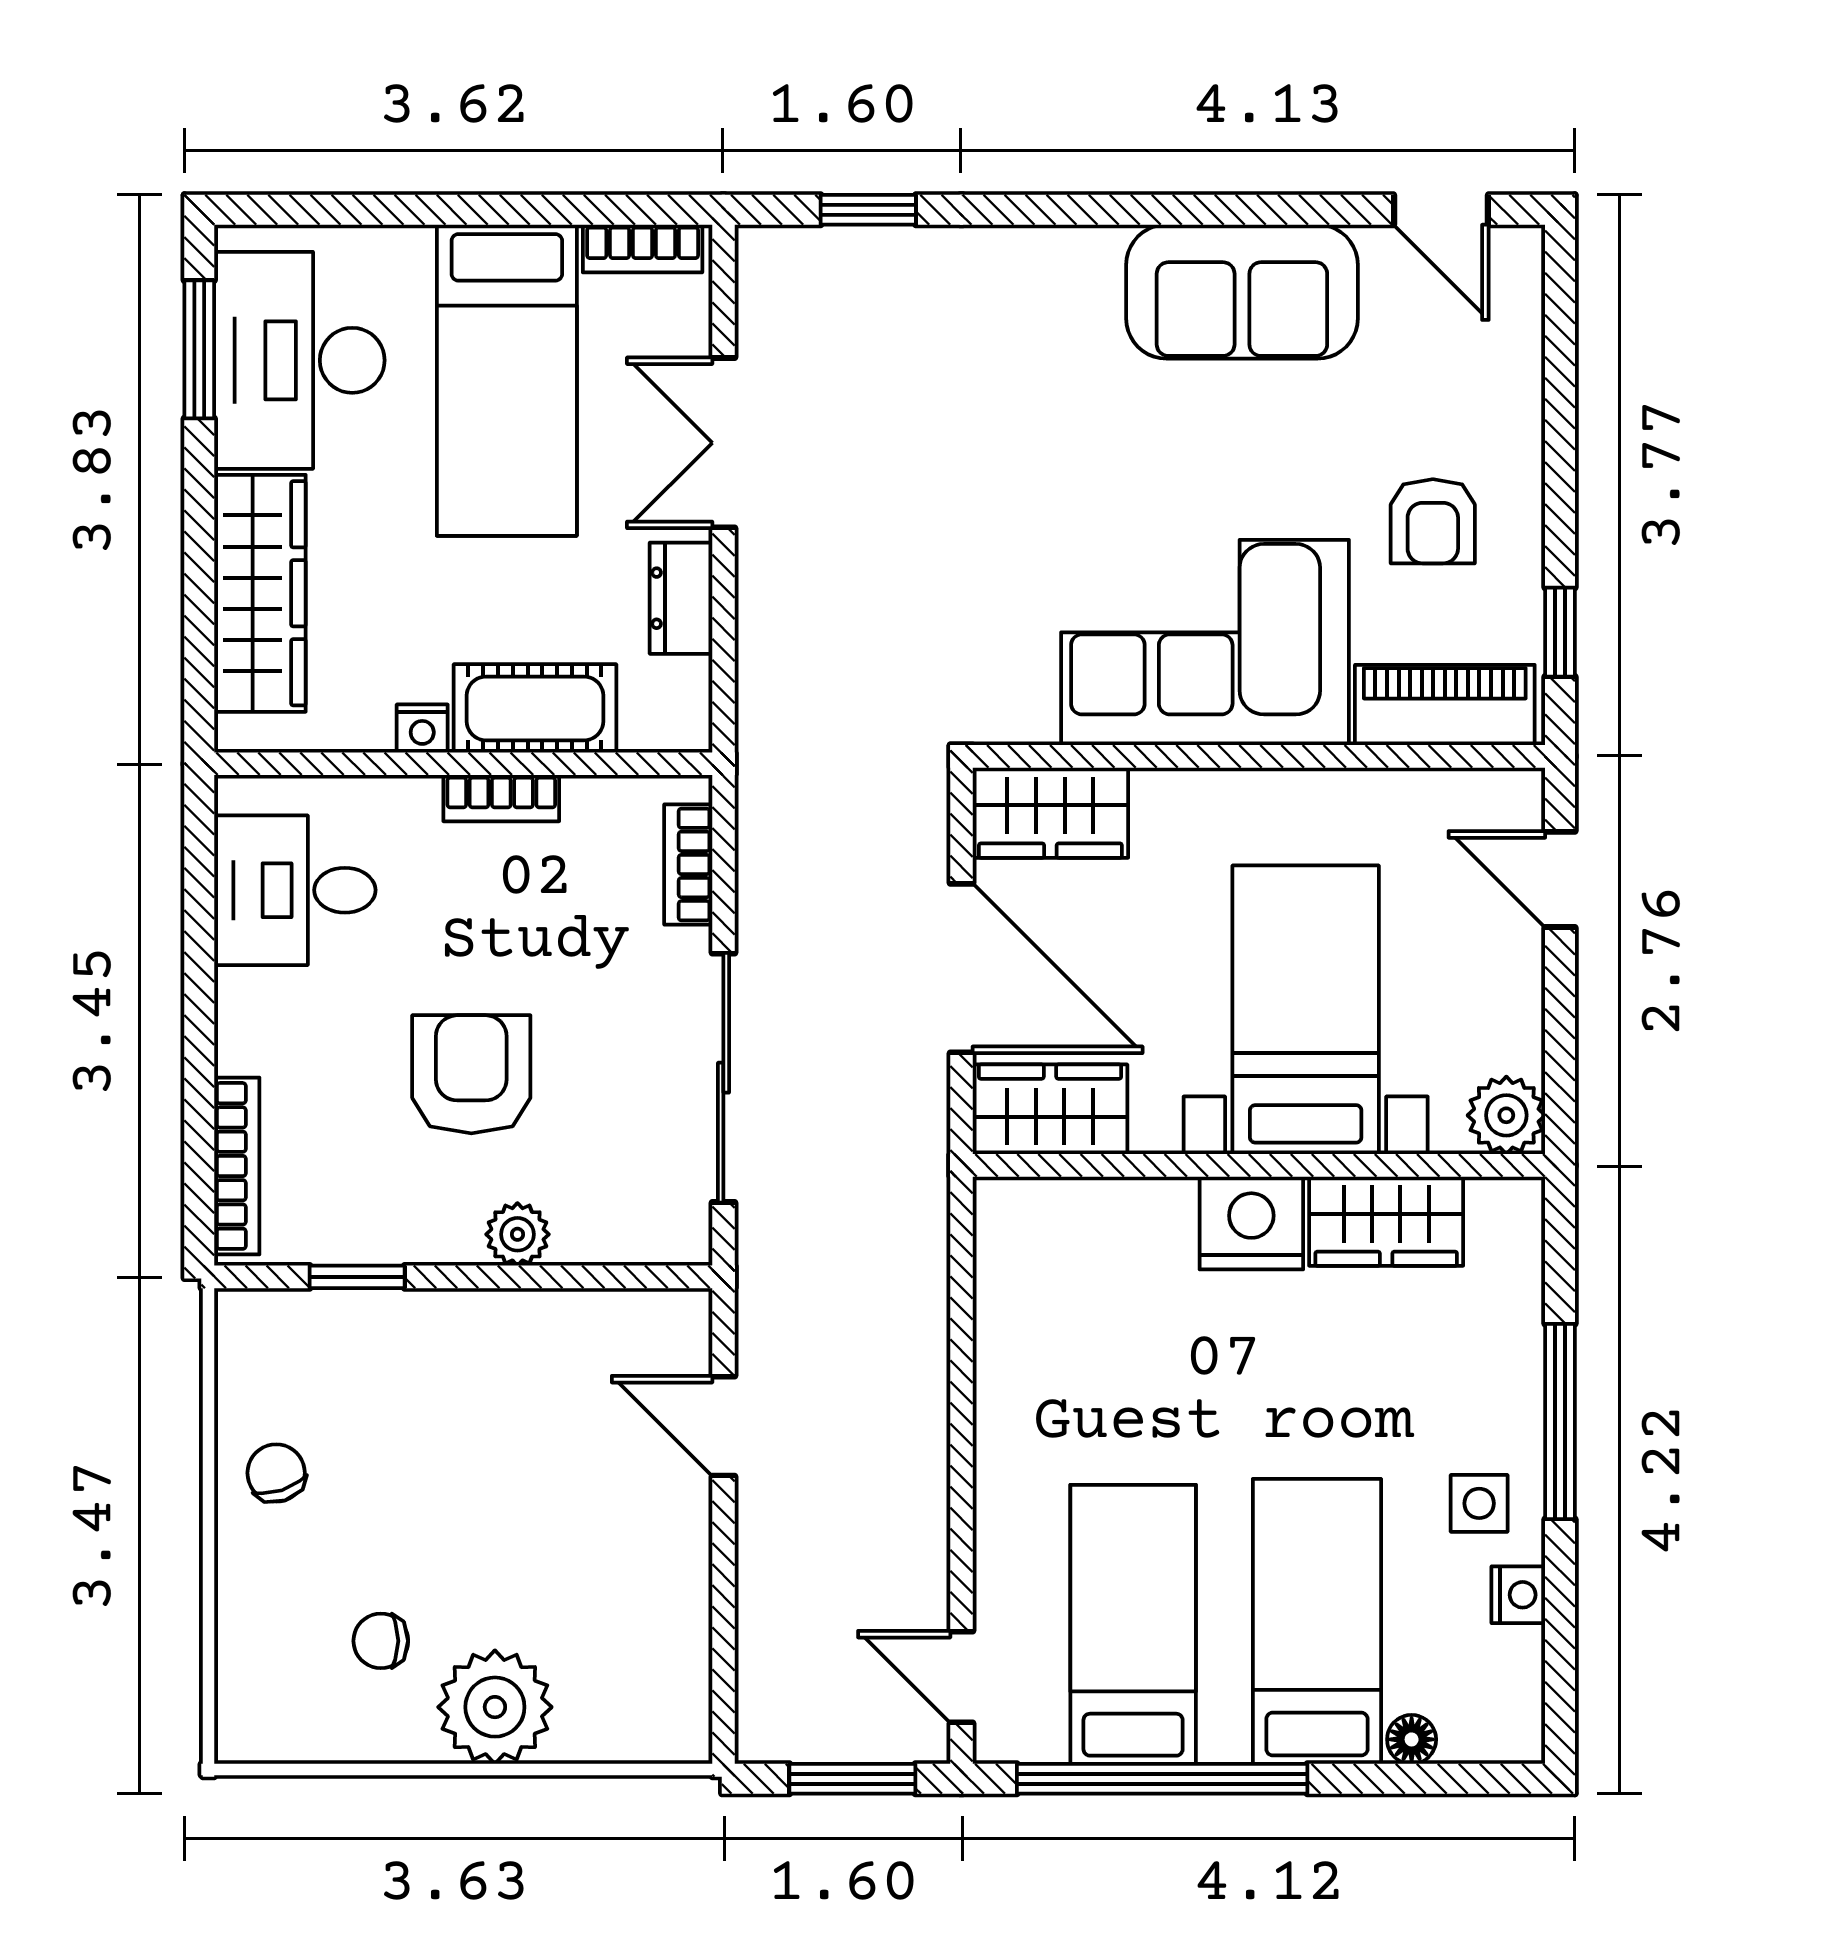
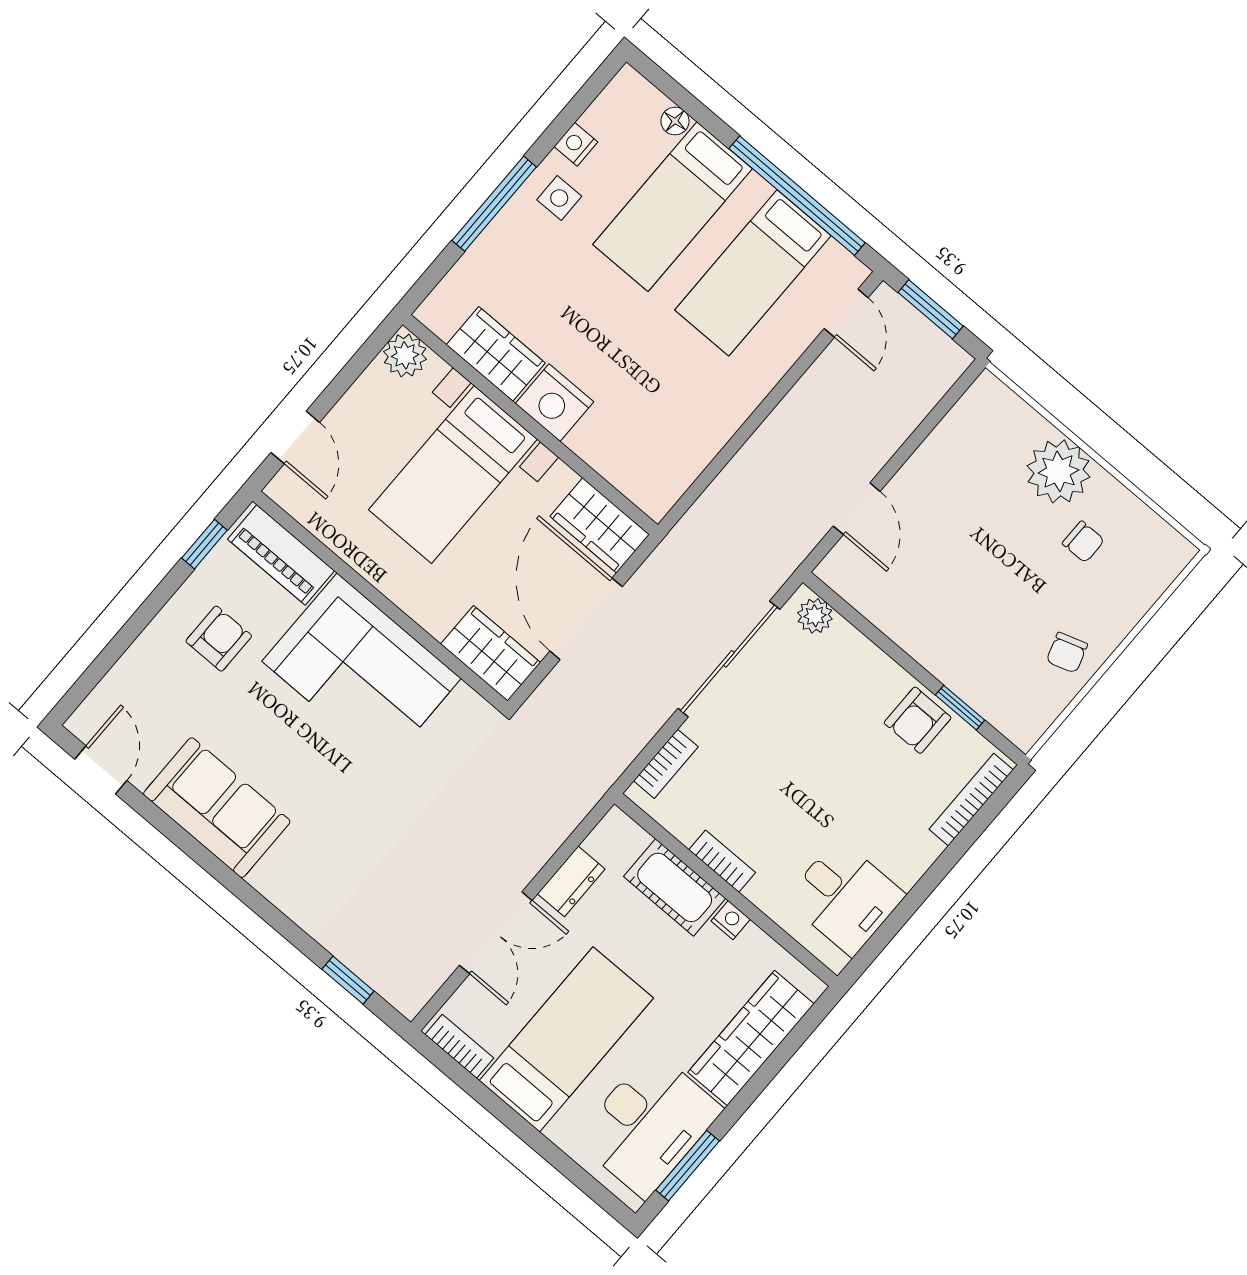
armchair: (471, 1074) -> (918, 720), moved, width x0.72, depth x0.72
plant: (517, 1234) -> (815, 616), moved

